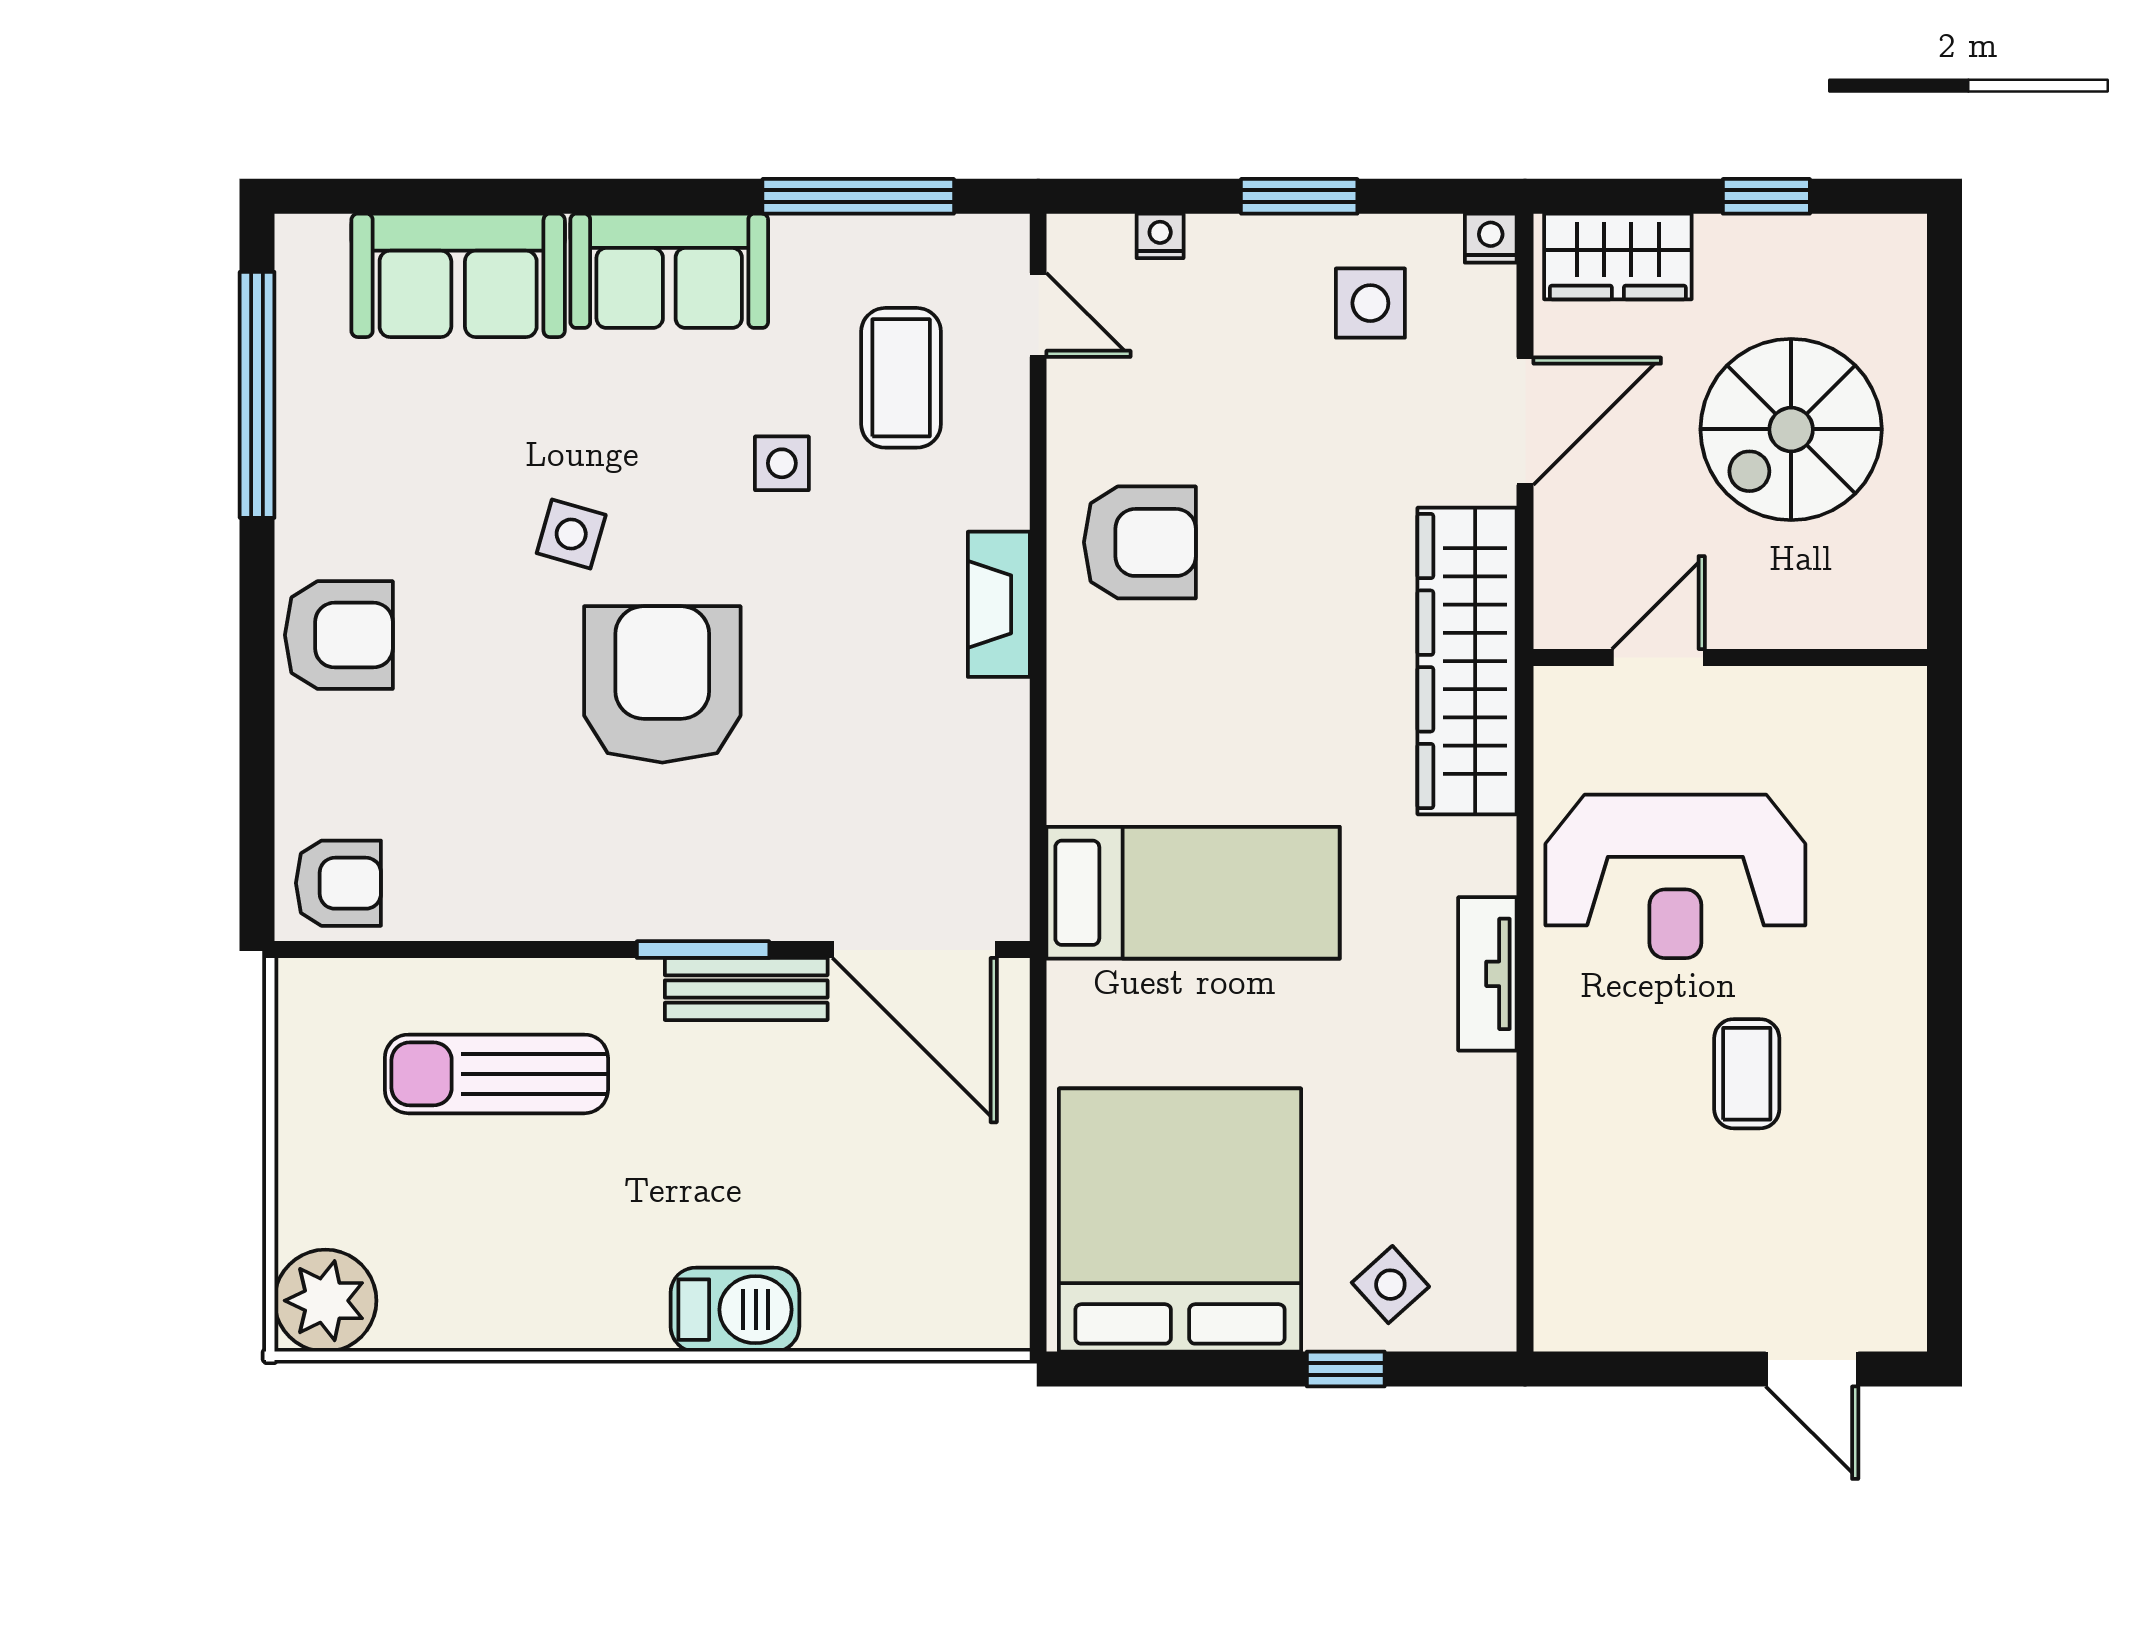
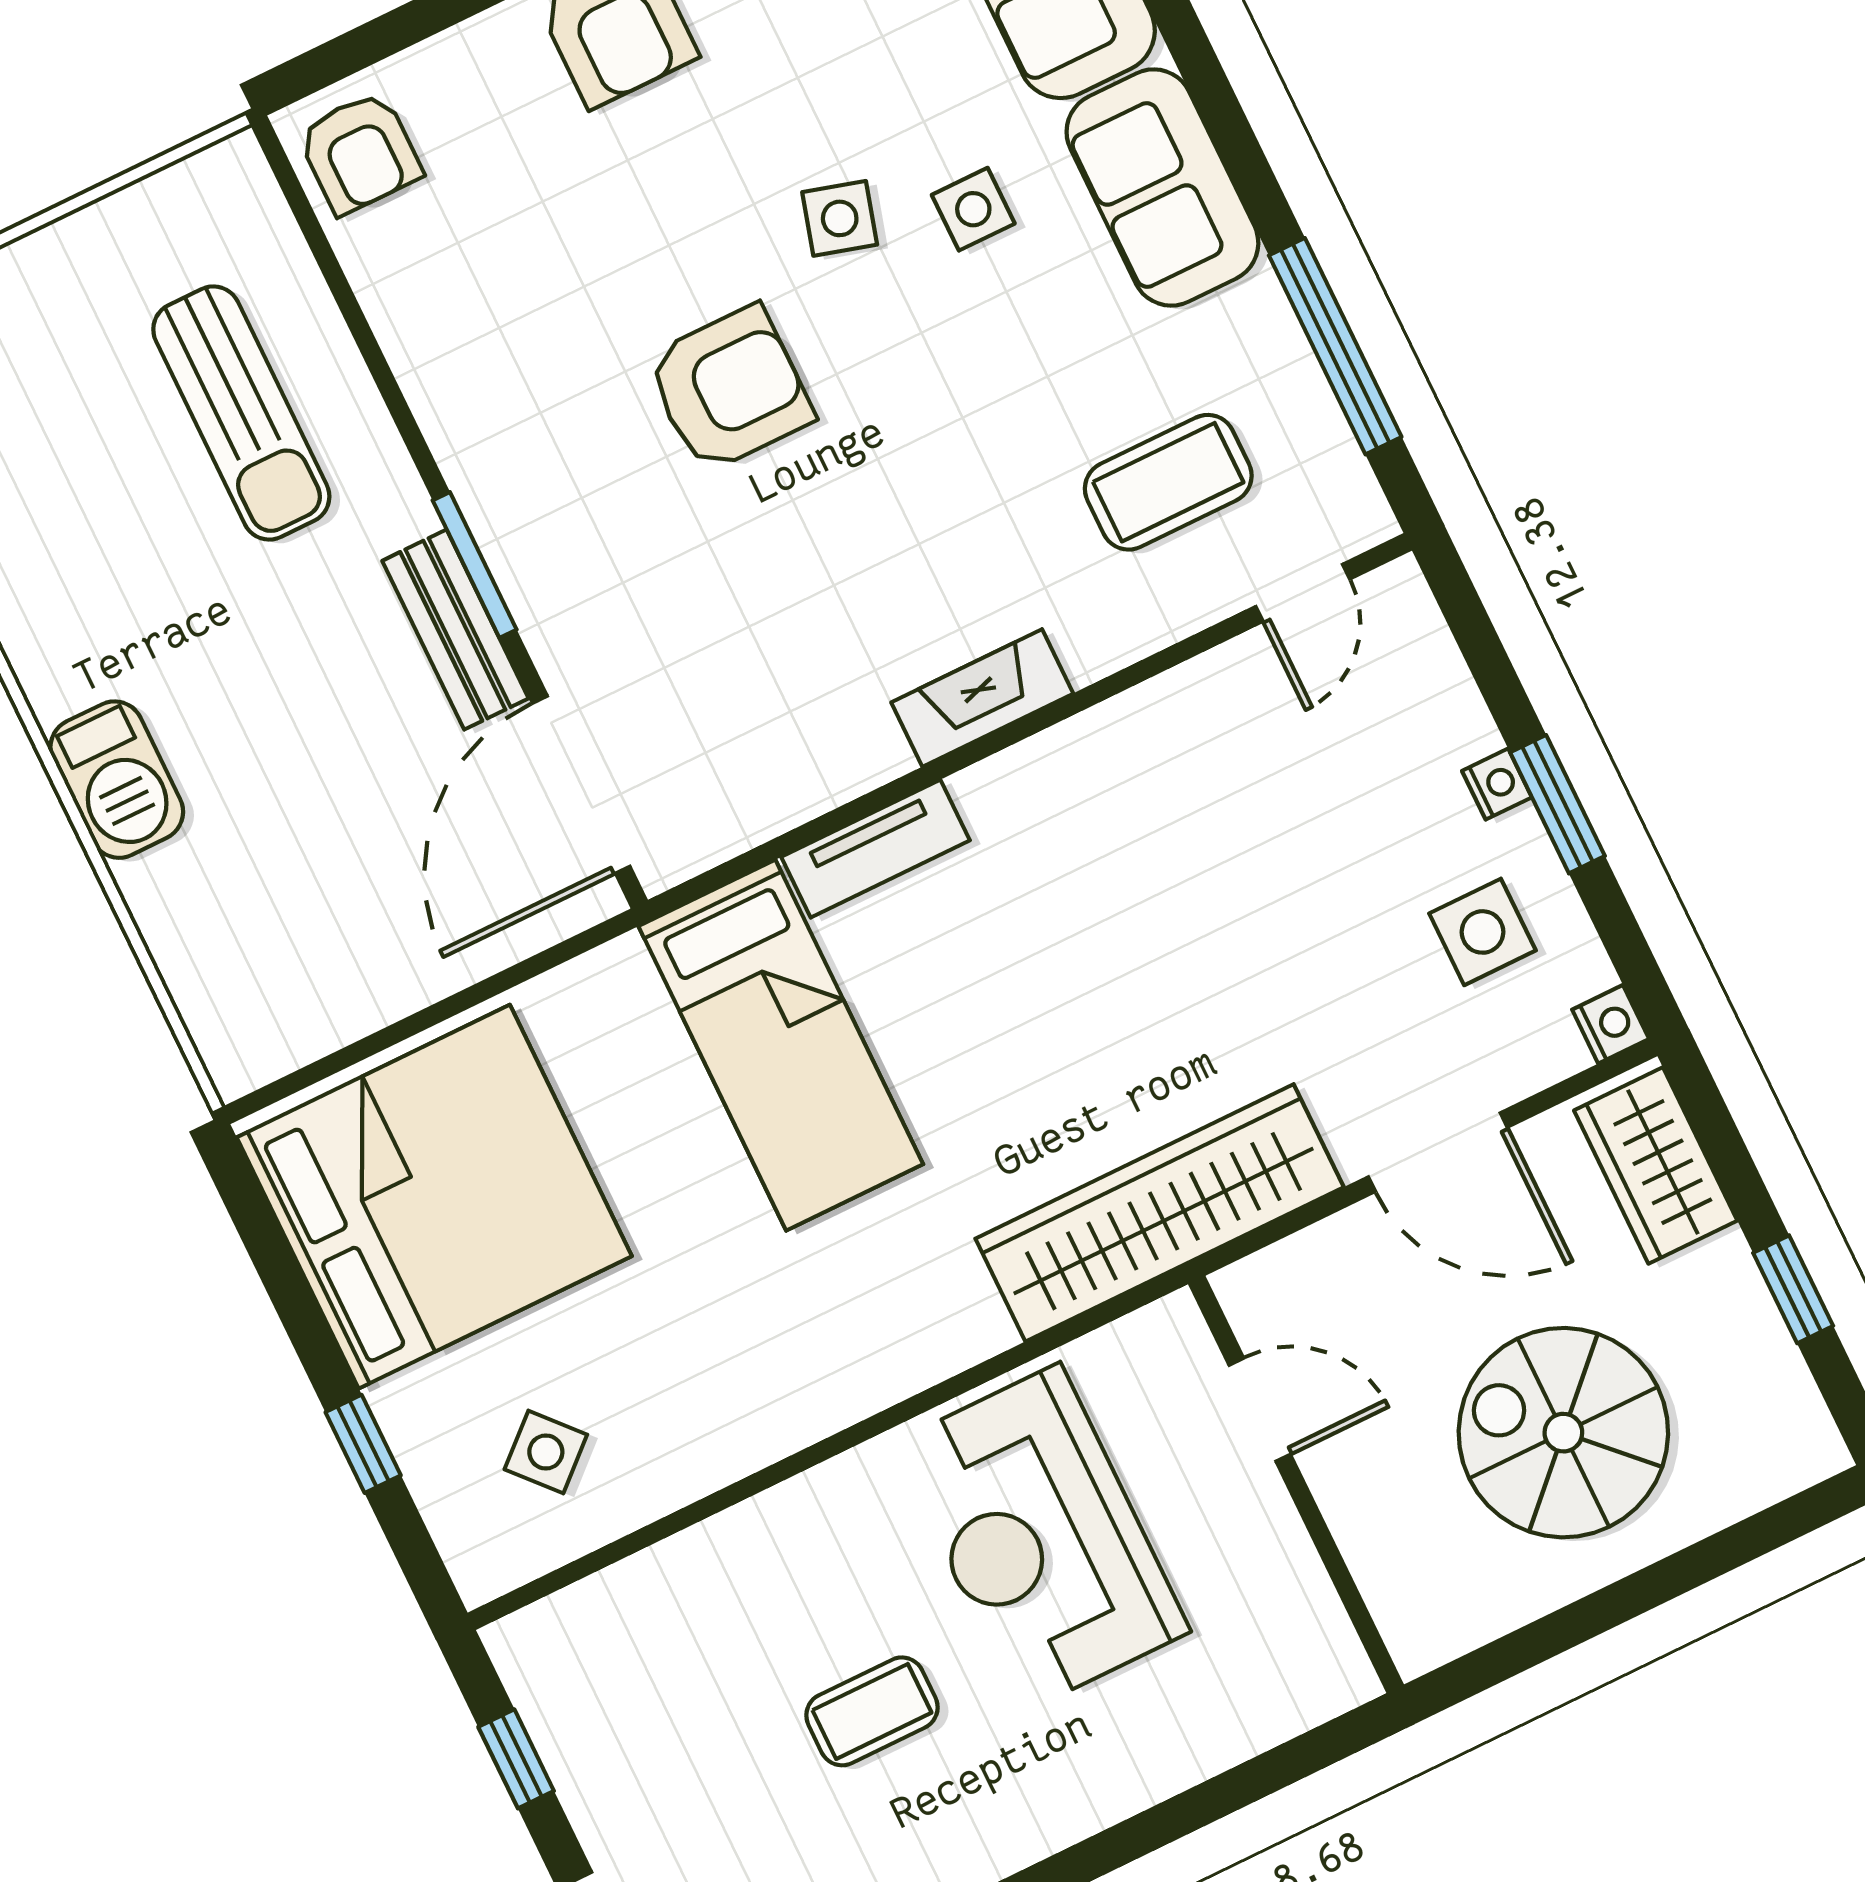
nightstand: (1160, 236) -> (1497, 784), moved
side table: (782, 463) -> (973, 209), moved
armchair: (1140, 542) -> (1118, 813), removed
armchair: (662, 684) -> (729, 389), width x0.73, depth x0.73
tv unit: (1487, 974) -> (876, 849), moved, turned 180
sun lounger: (496, 1074) -> (241, 413), turned 180
side table: (1390, 1285) -> (546, 1452), moved
window: (1649, 1369) -> (516, 1759), added

